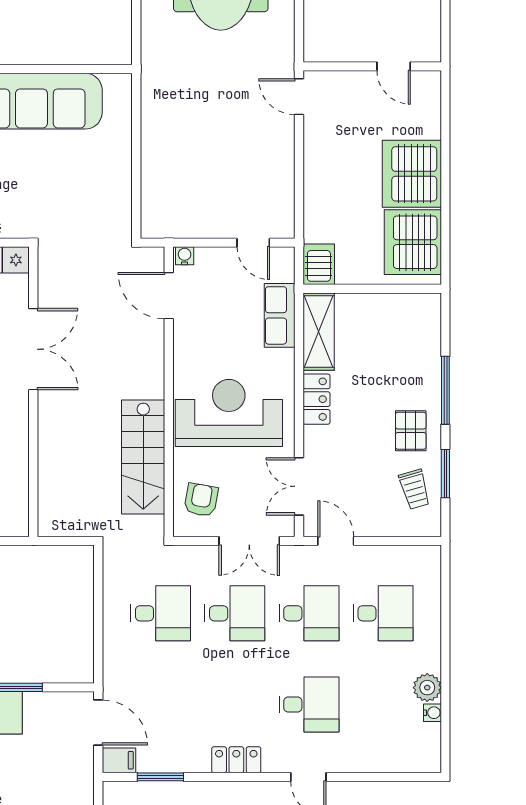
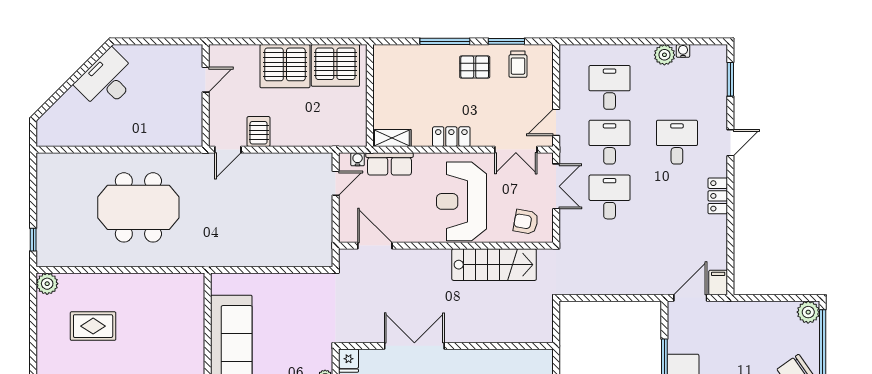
water cooler: (185, 256) -> (358, 159), moved, turned 90
server rack: (319, 264) -> (259, 131), moved, turned 90
door: (169, 296) -> (375, 246), swing flipped
shelving: (319, 332) -> (392, 138), width x0.67, depth x0.75
trolley: (415, 489) -> (518, 64), turned 106
desk: (161, 613) -> (610, 252), removed
window: (160, 777) -> (730, 79), moved

